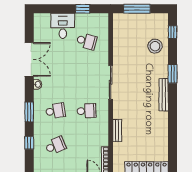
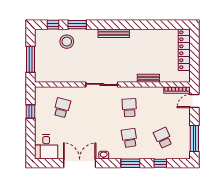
desk: (63, 26) -> (46, 147), moved, turned -90
window: (173, 74) -> (77, 25), moved

